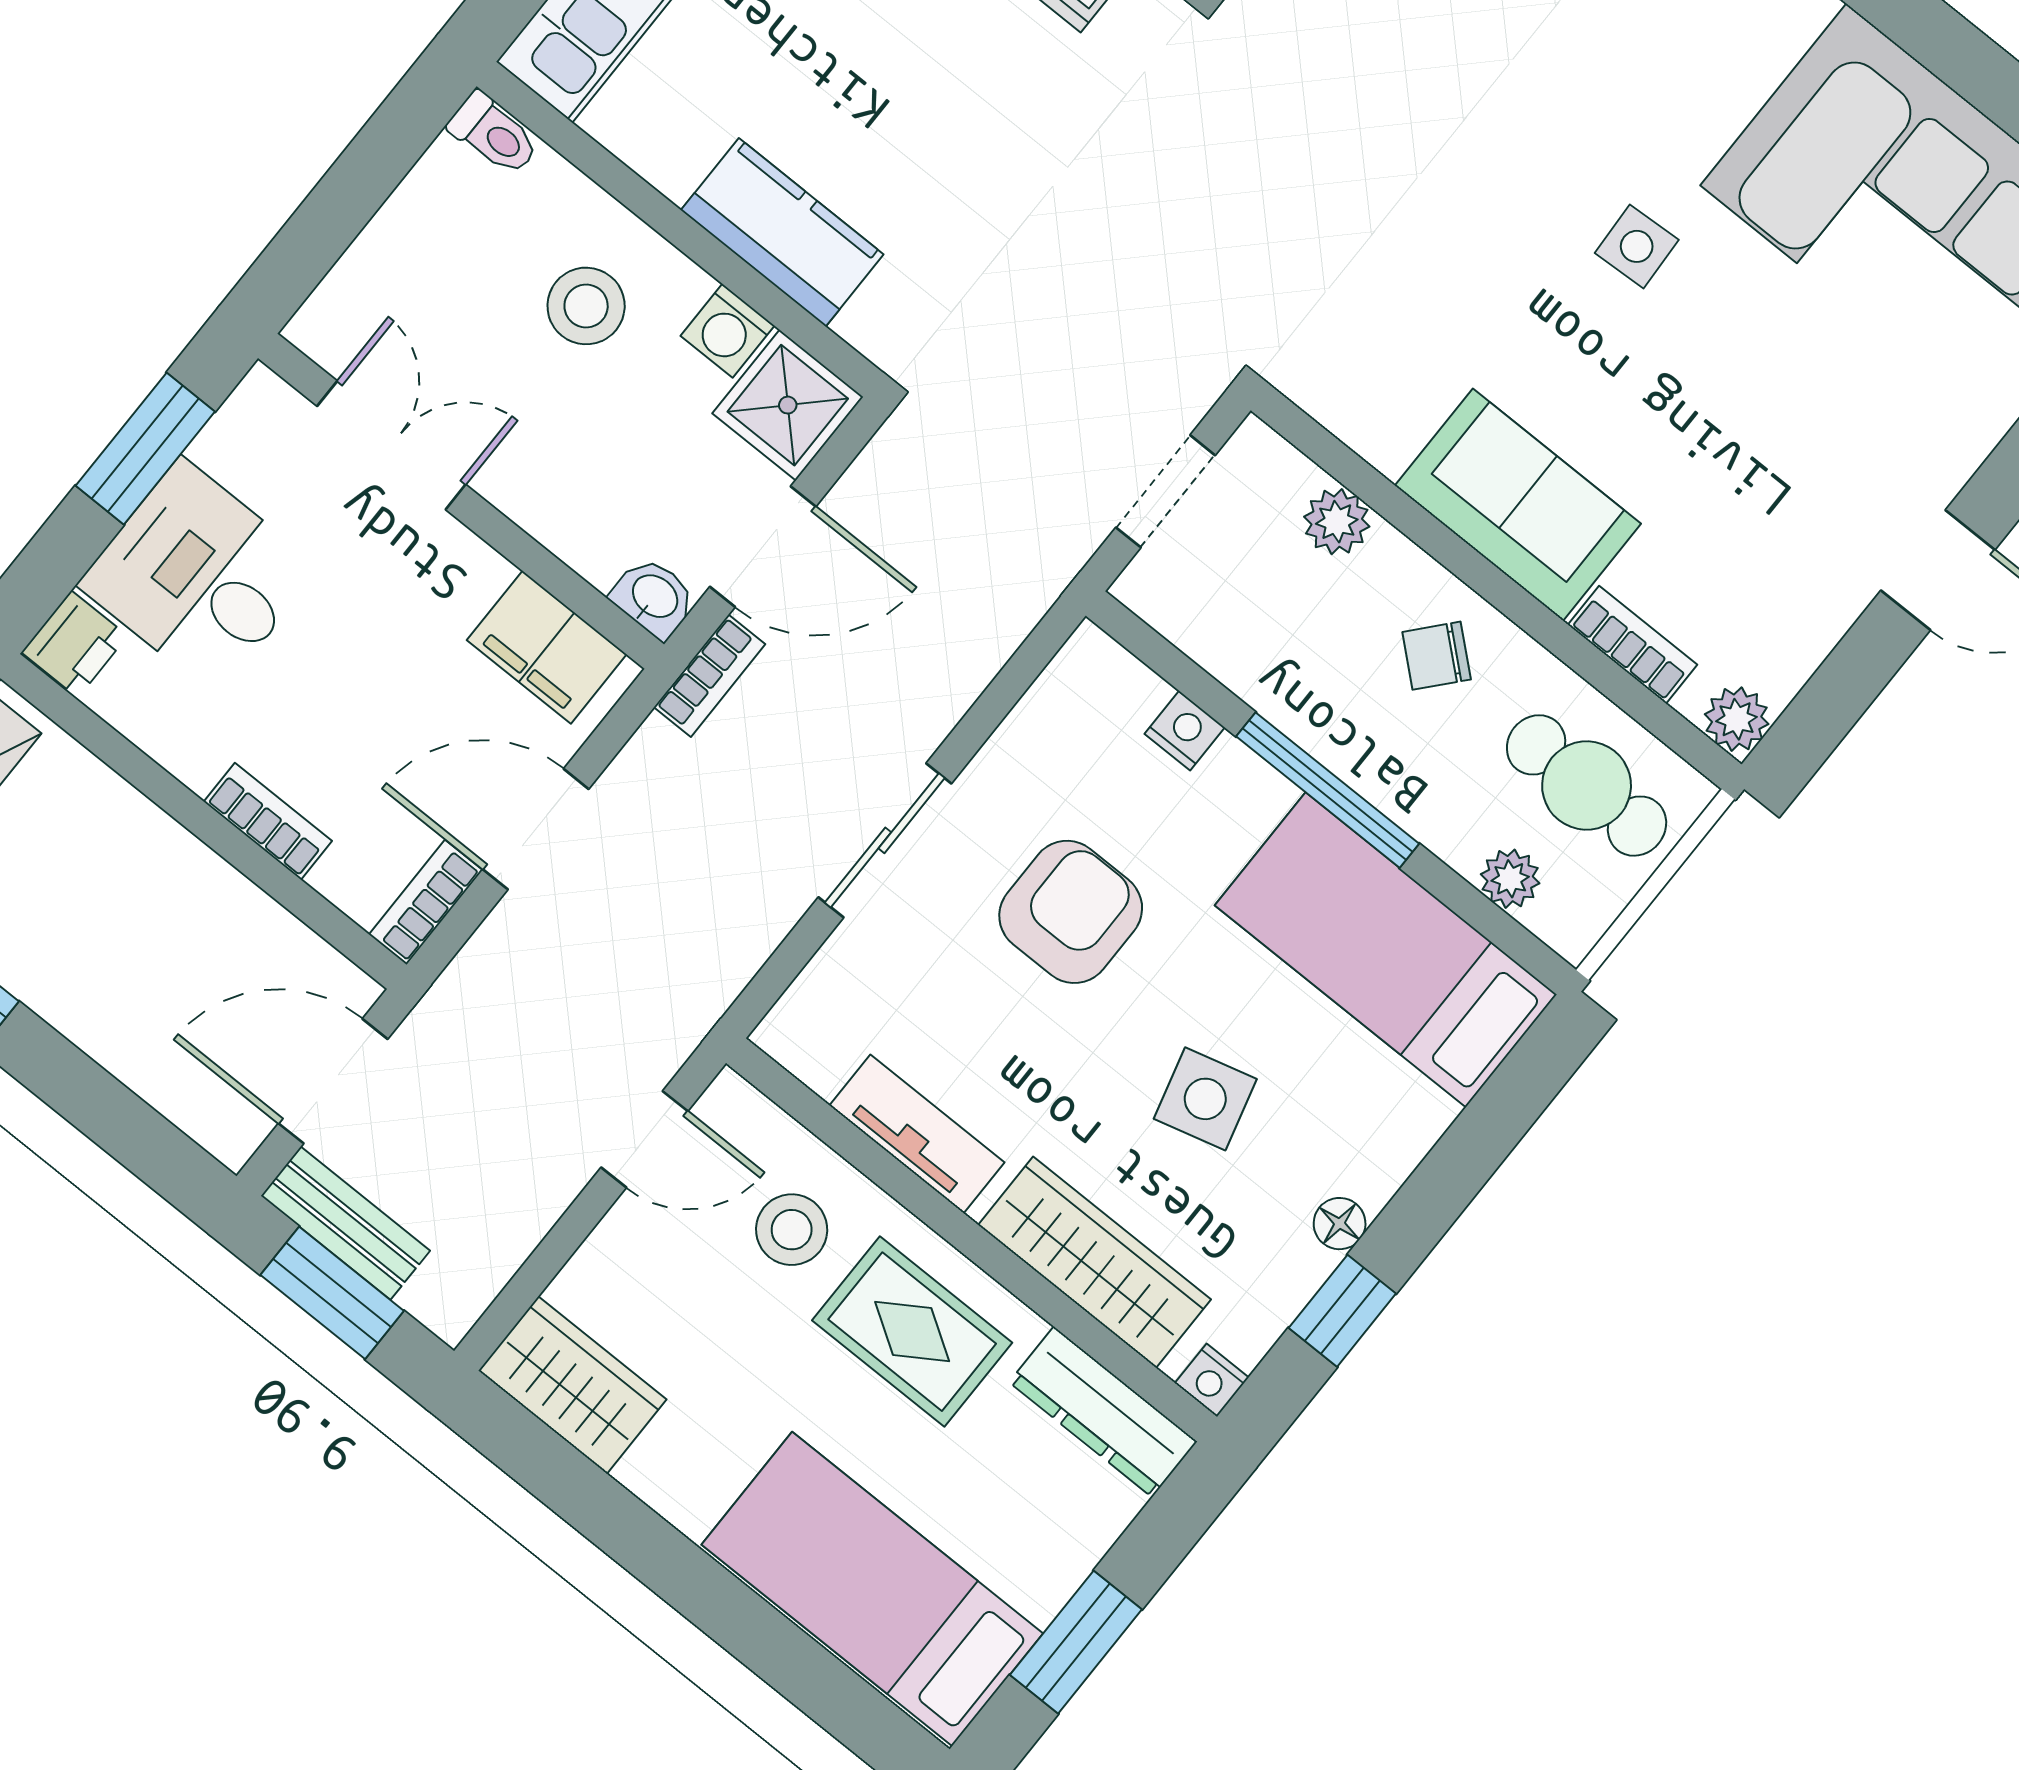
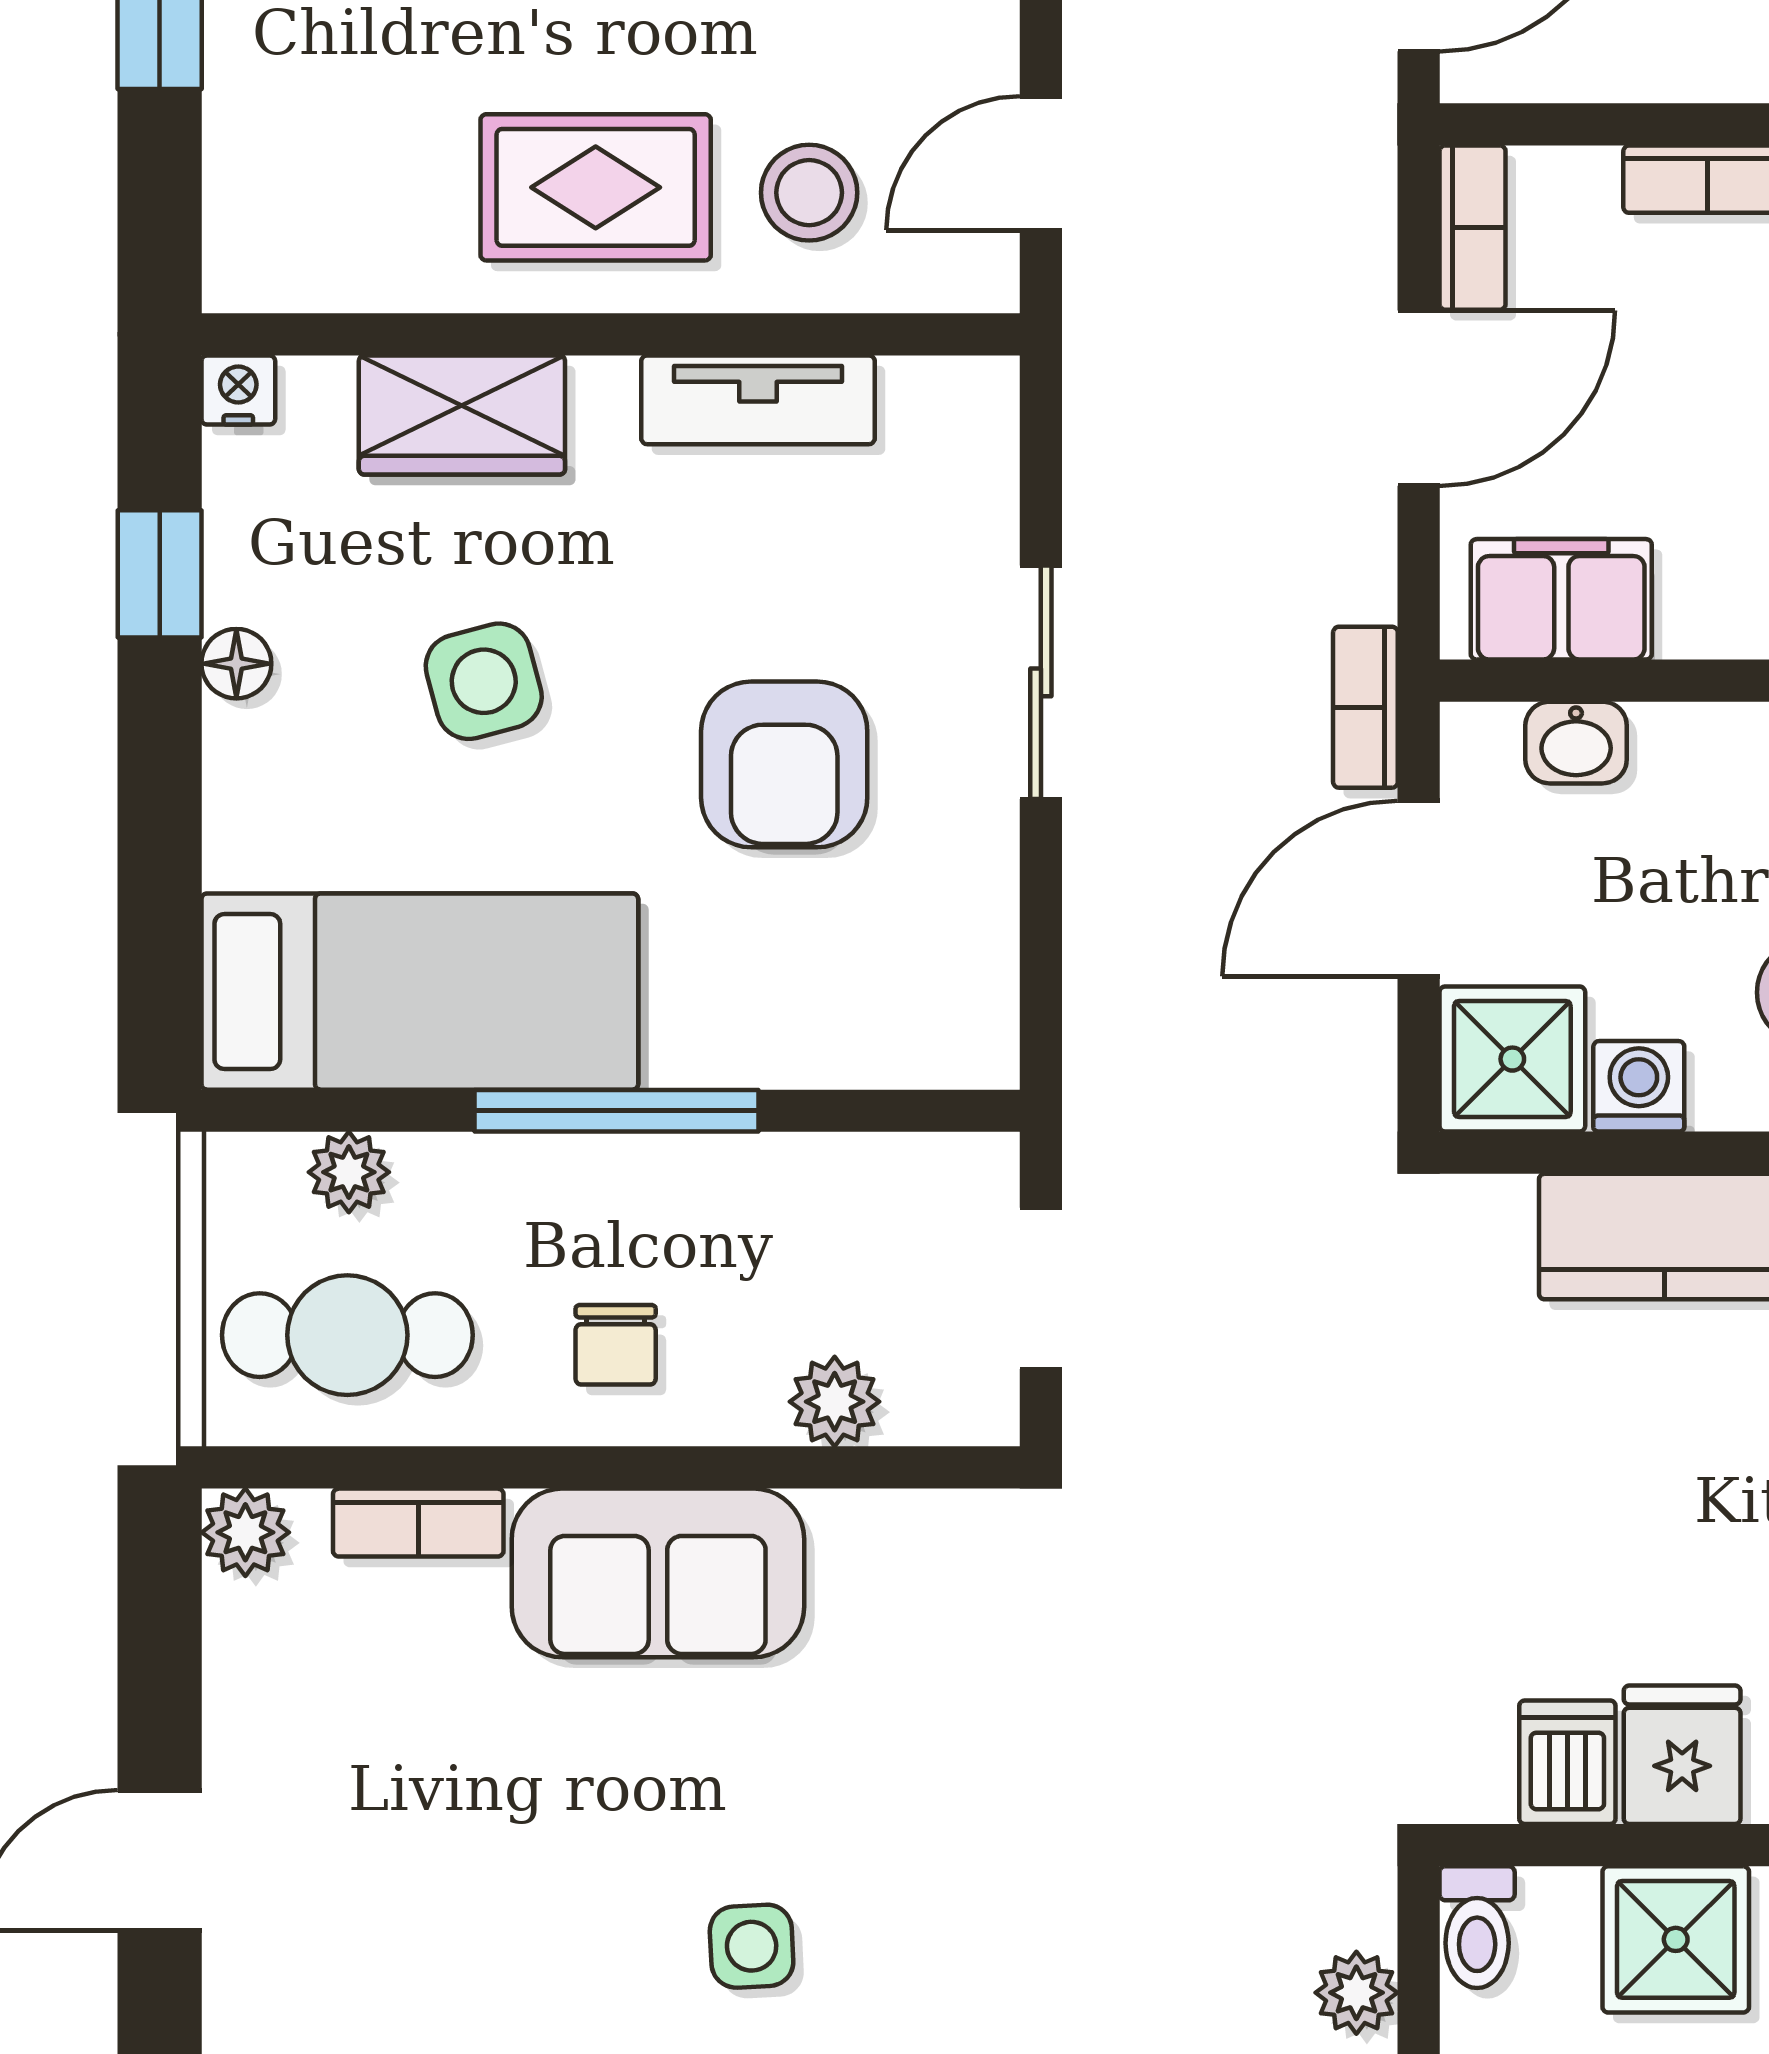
washbasin: (654, 598) -> (1576, 743), moved
chair: (1437, 656) -> (616, 1345), turned 139
nightstand: (1185, 731) -> (818, 1052), removed
wardrobe: (1095, 1262) -> (462, 415), width x0.67
dresser: (1103, 1412) -> (326, 265), removed

